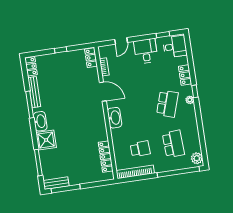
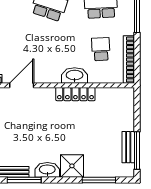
washbasin: (115, 118) -> (75, 76), moved
locker: (106, 157) -> (75, 94), moved
bench: (56, 183) -> (128, 147), moved

